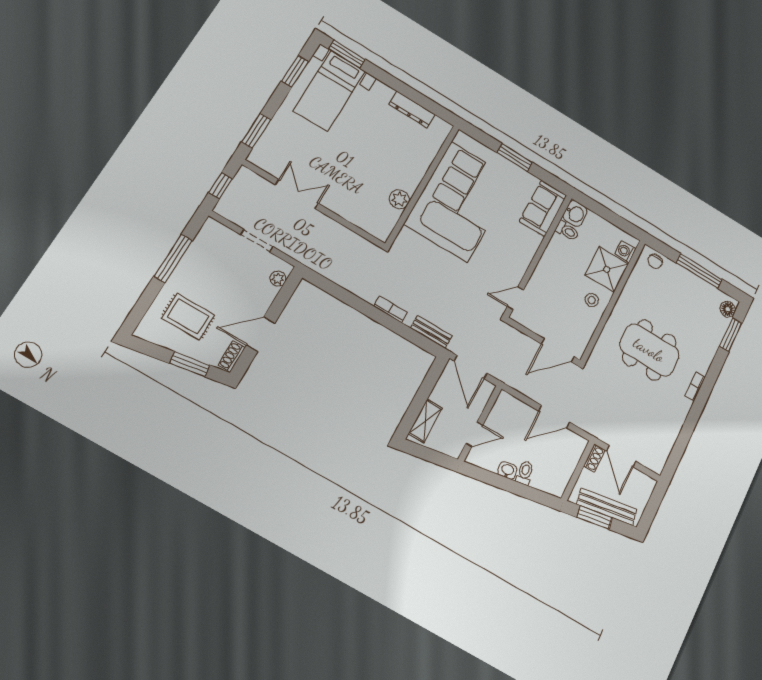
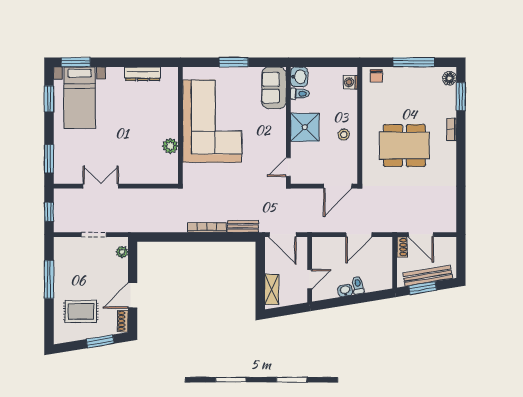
shower: (607, 269) -> (305, 127), moved
bookcase: (390, 309) -> (207, 227), width x1.56
bookcase: (695, 386) -> (452, 130), moved

